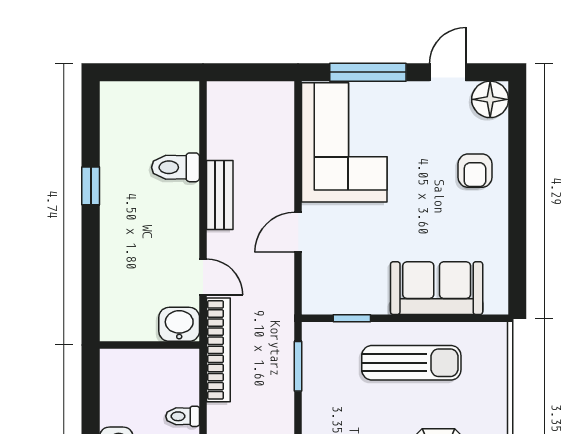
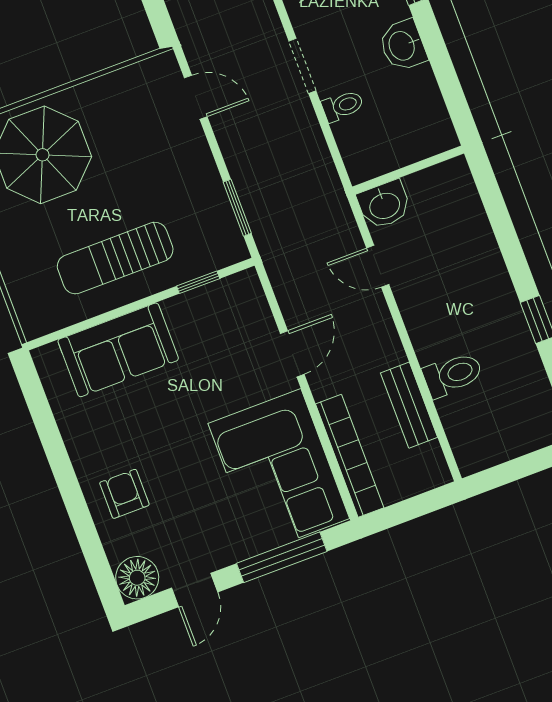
bench: (220, 195) -> (409, 405), moved
bookcase: (218, 350) -> (350, 456), moved, turned 180

